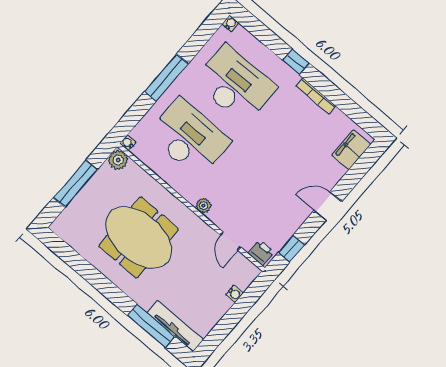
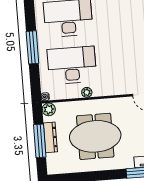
dresser: (90, 191) -> (50, 137), added
plant: (204, 206) -> (87, 92), moved

